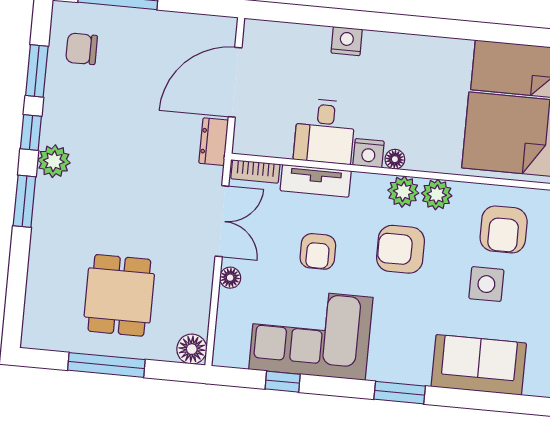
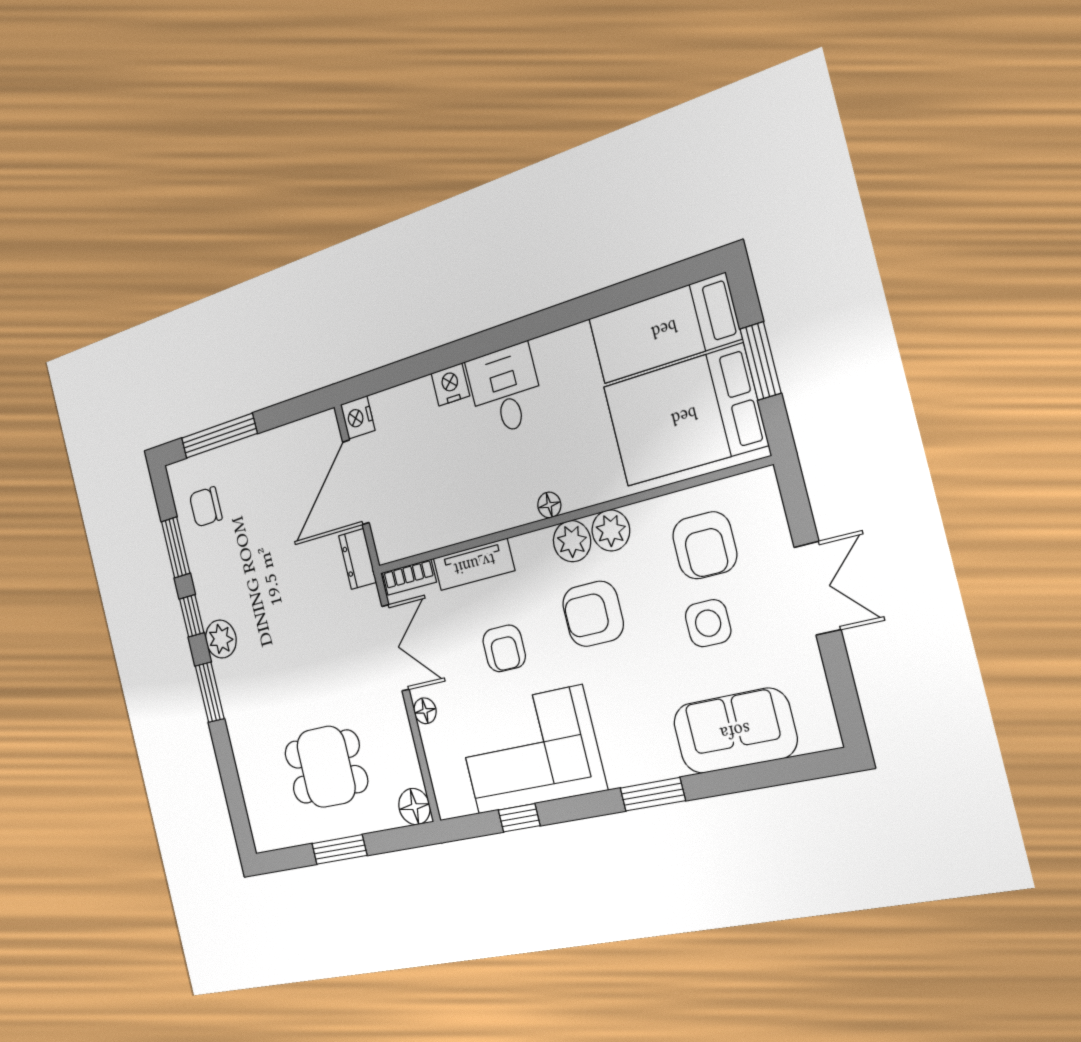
desk: (325, 131) -> (505, 390), moved, turned 180
nightstand: (369, 153) -> (358, 417), moved, turned 90
dining table: (119, 295) -> (326, 767), turned 90
window: (106, 365) -> (339, 850), width x0.69

